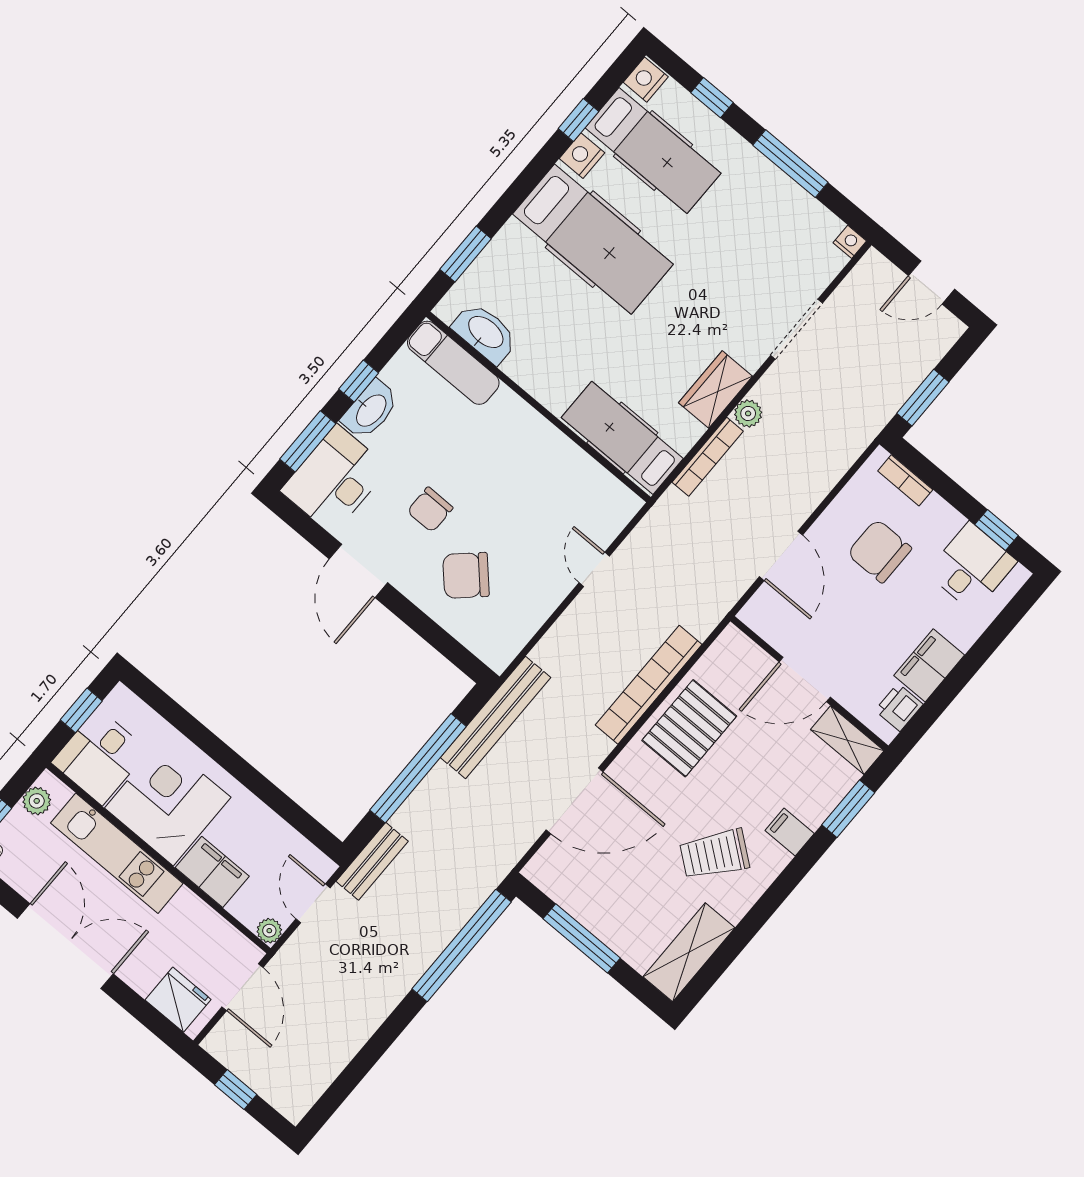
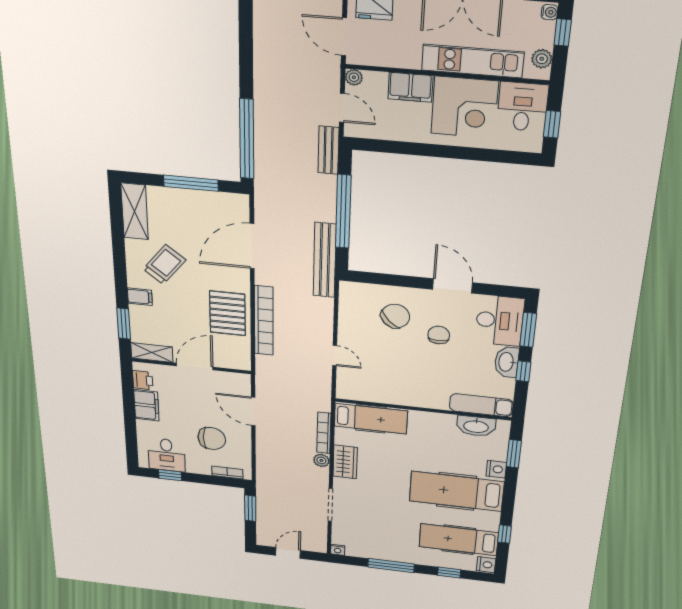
nightstand: (582, 156) -> (496, 469), moved

